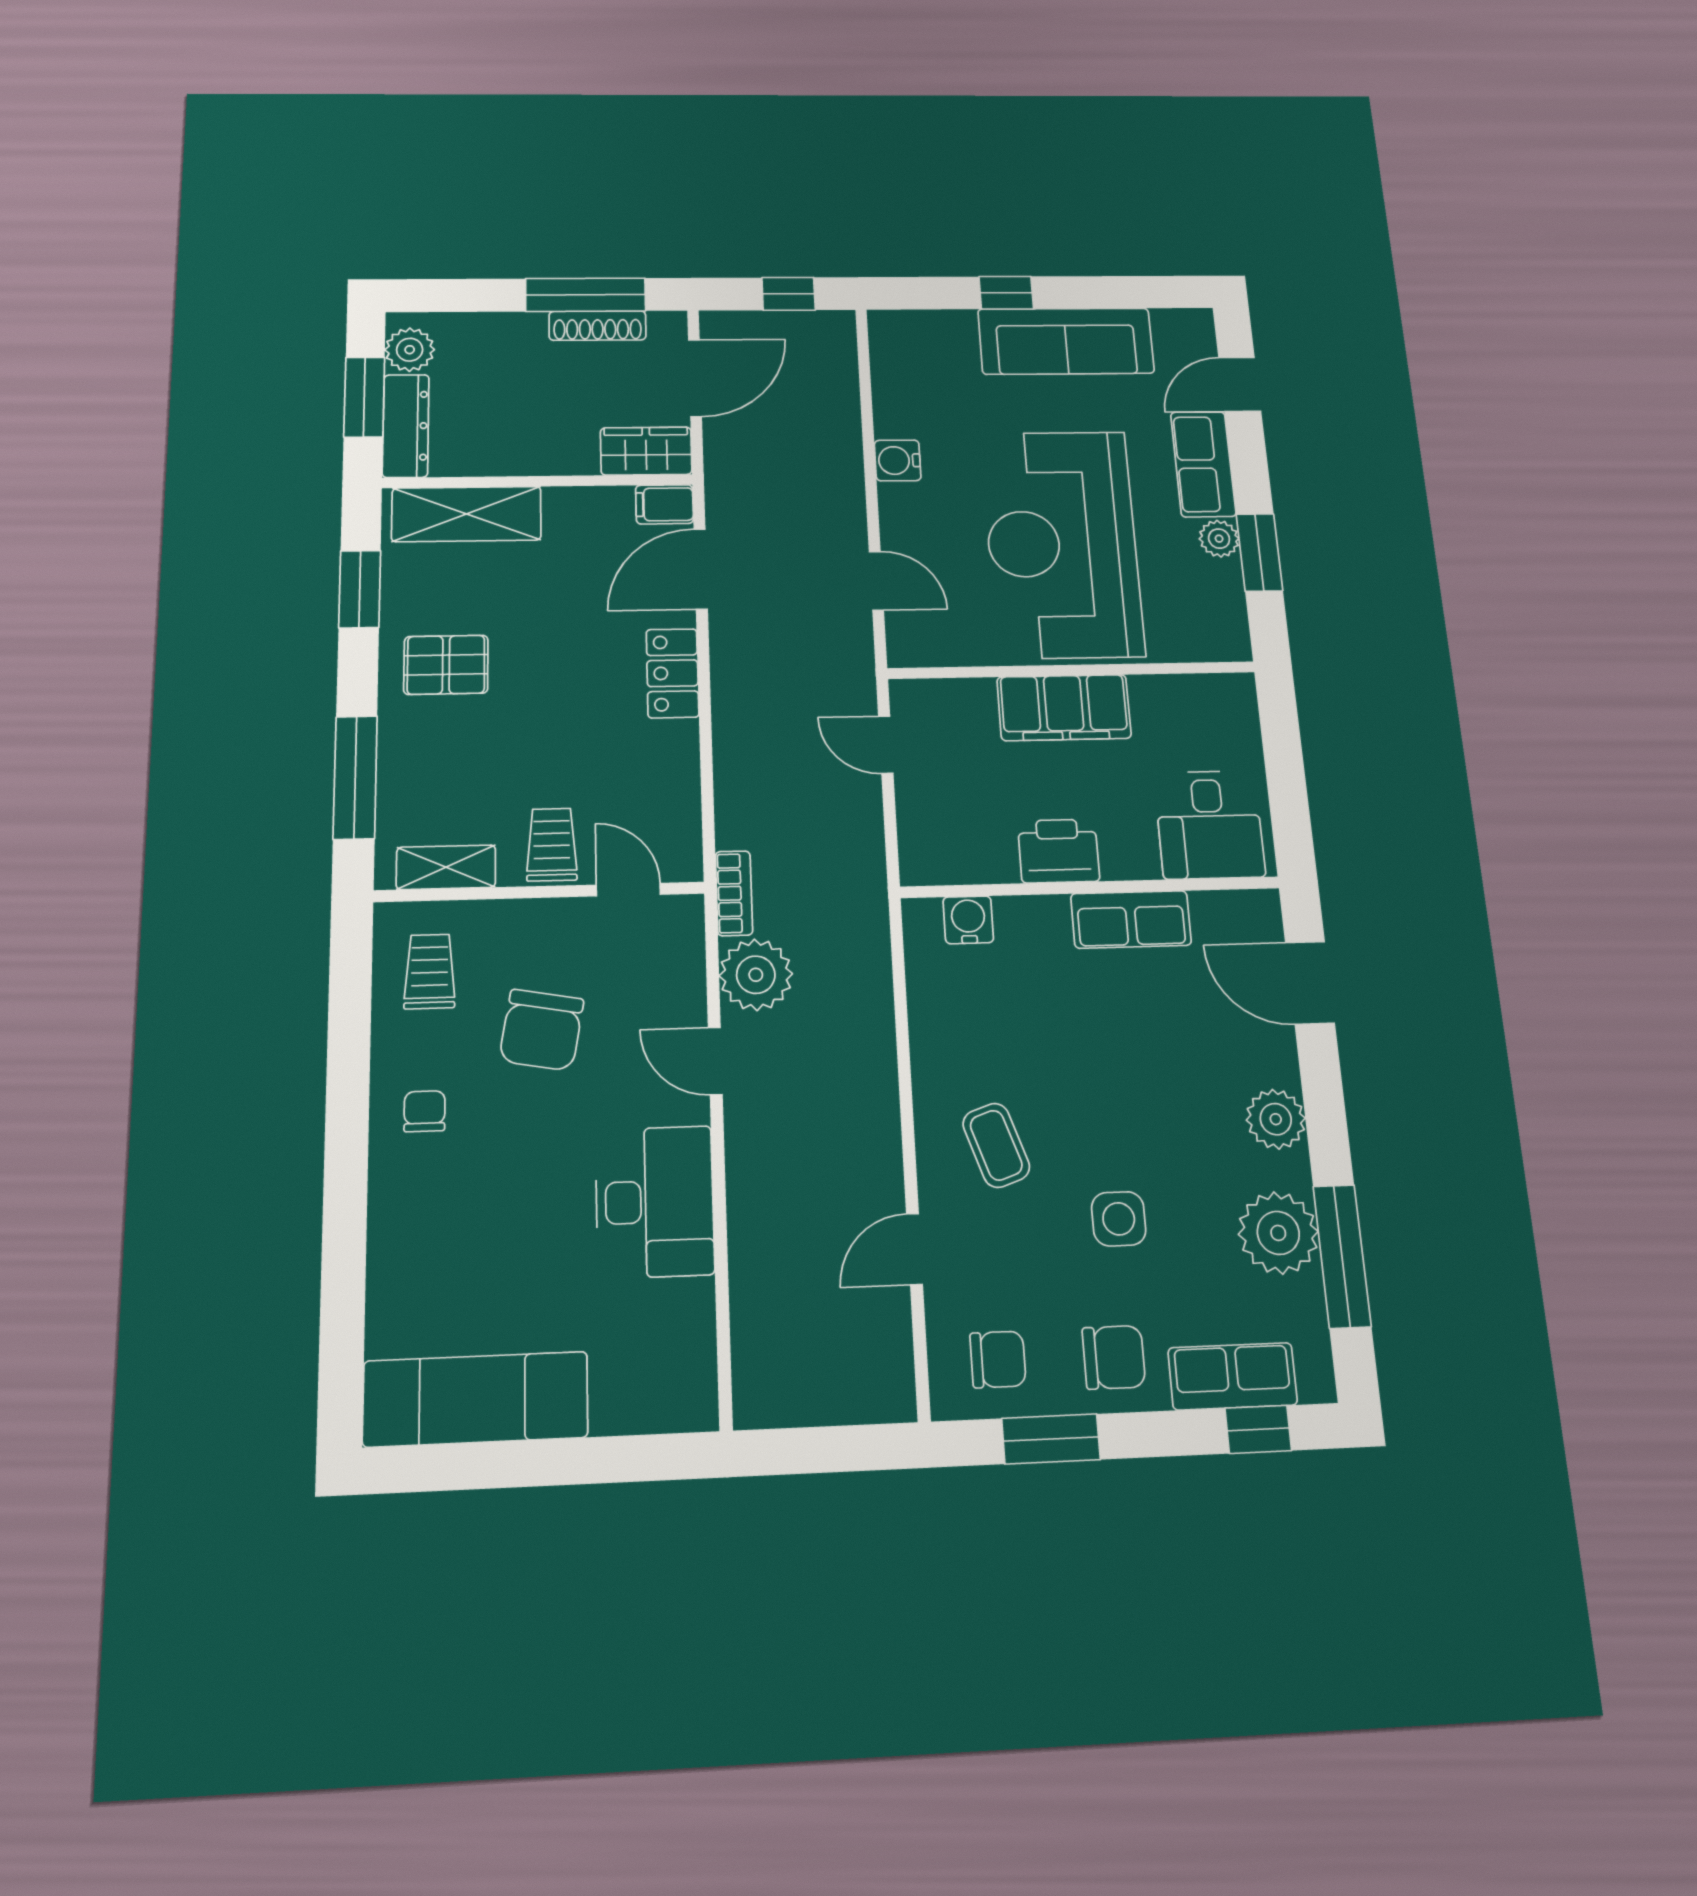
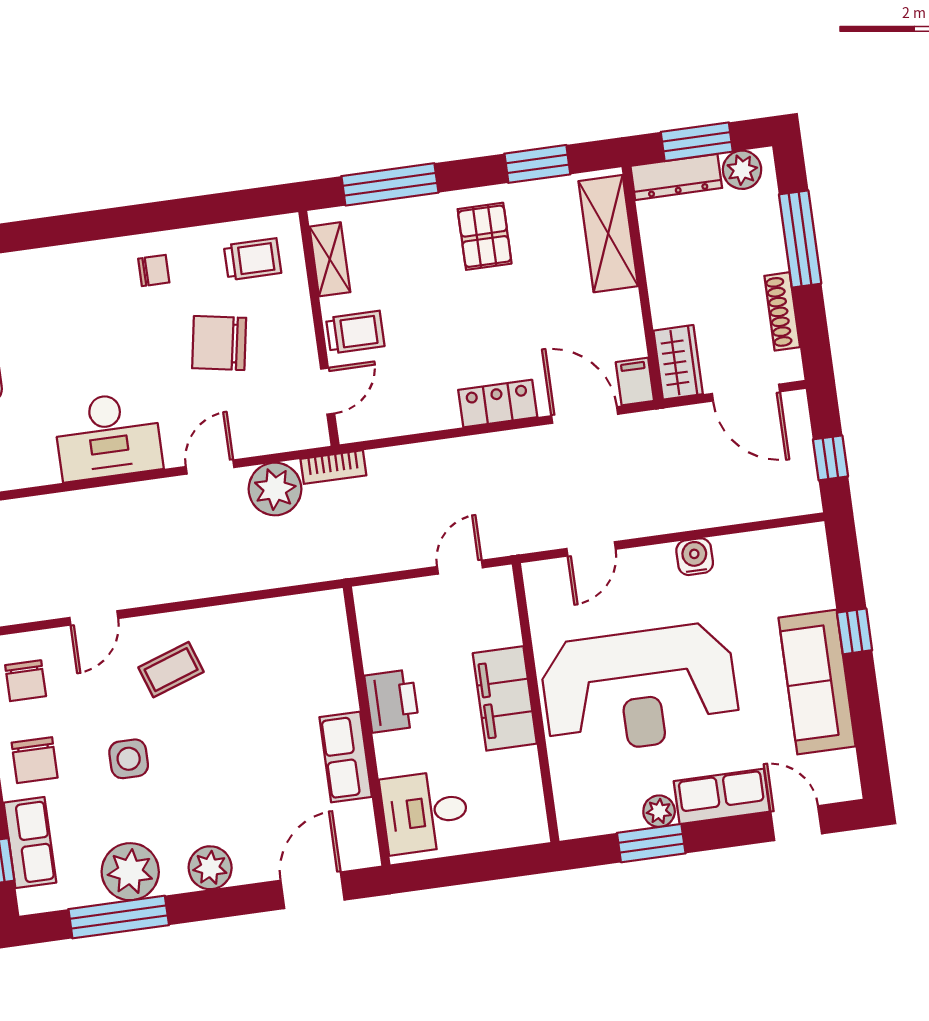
window: (586, 295) -> (800, 239), moved
reception desk: (1062, 544) -> (640, 689), turned 180
water cooler: (968, 920) -> (332, 638), removed
door: (915, 1249) -> (94, 618), swing flipped

